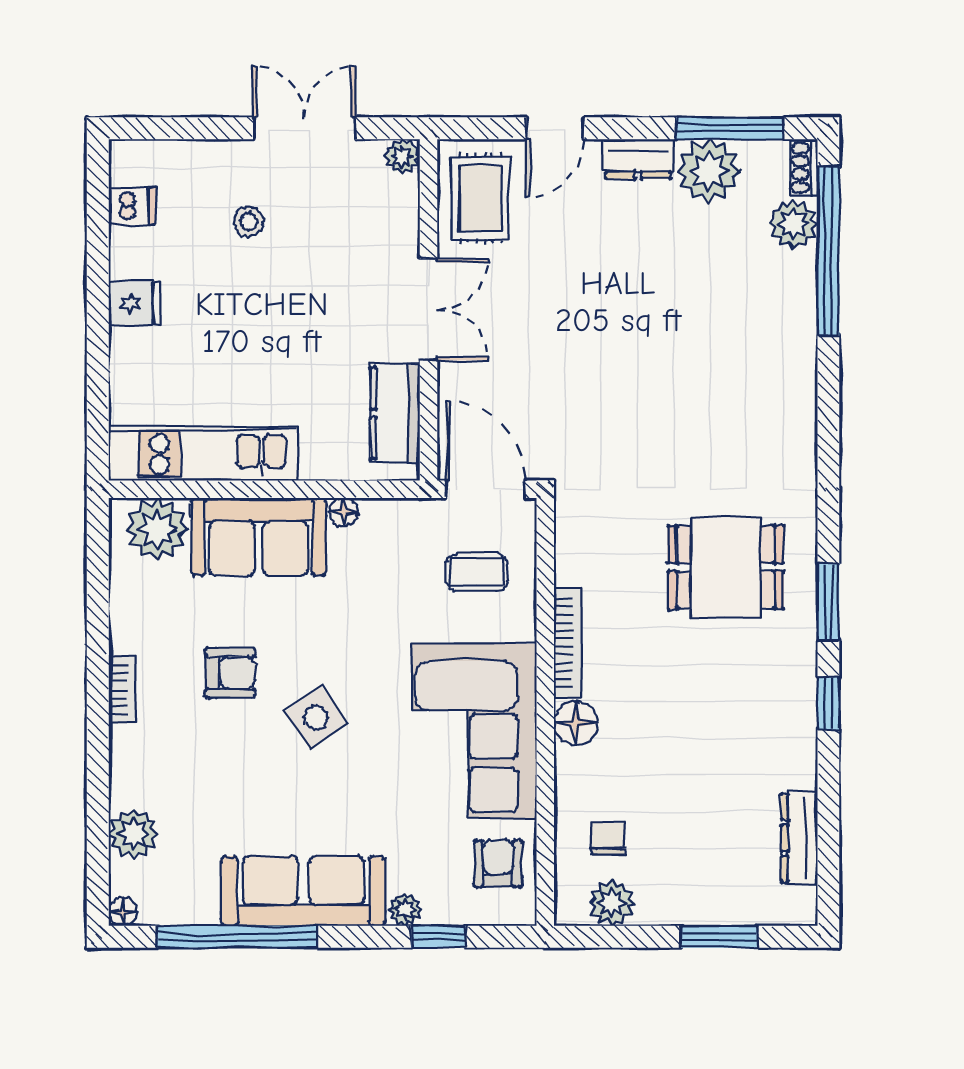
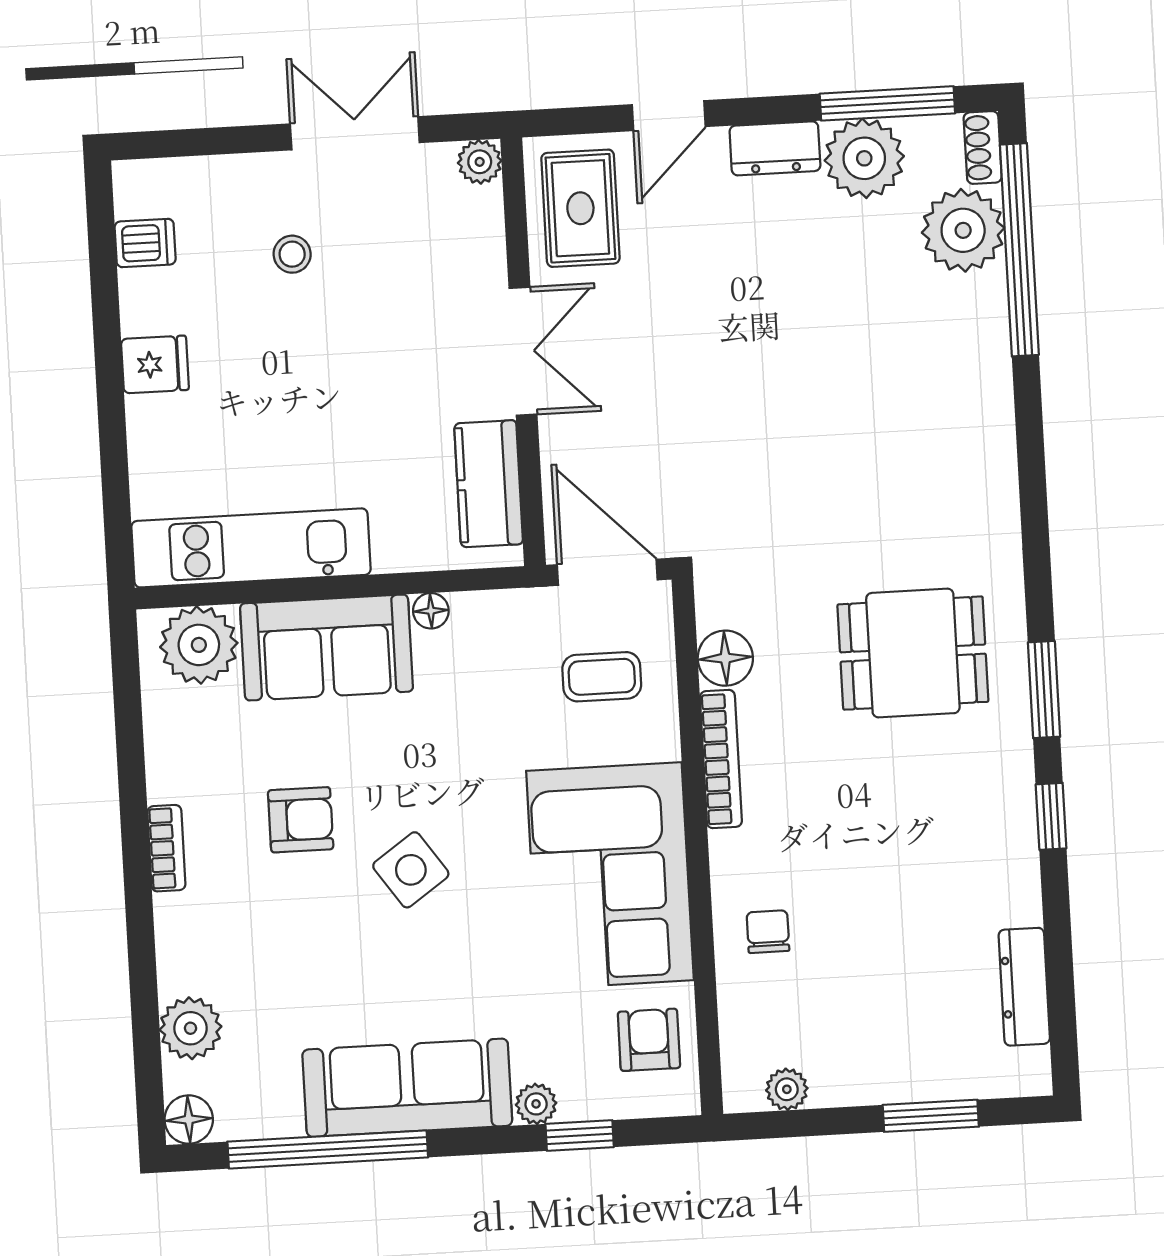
plant: (793, 224) -> (963, 230), width x1.36, depth x1.36
floor lamp: (576, 723) -> (725, 658), moved
chair: (608, 839) -> (768, 932), moved
plant: (612, 903) -> (787, 1089), width x0.73, depth x0.73
floor lamp: (123, 912) -> (189, 1119), width x1.37, depth x1.37

